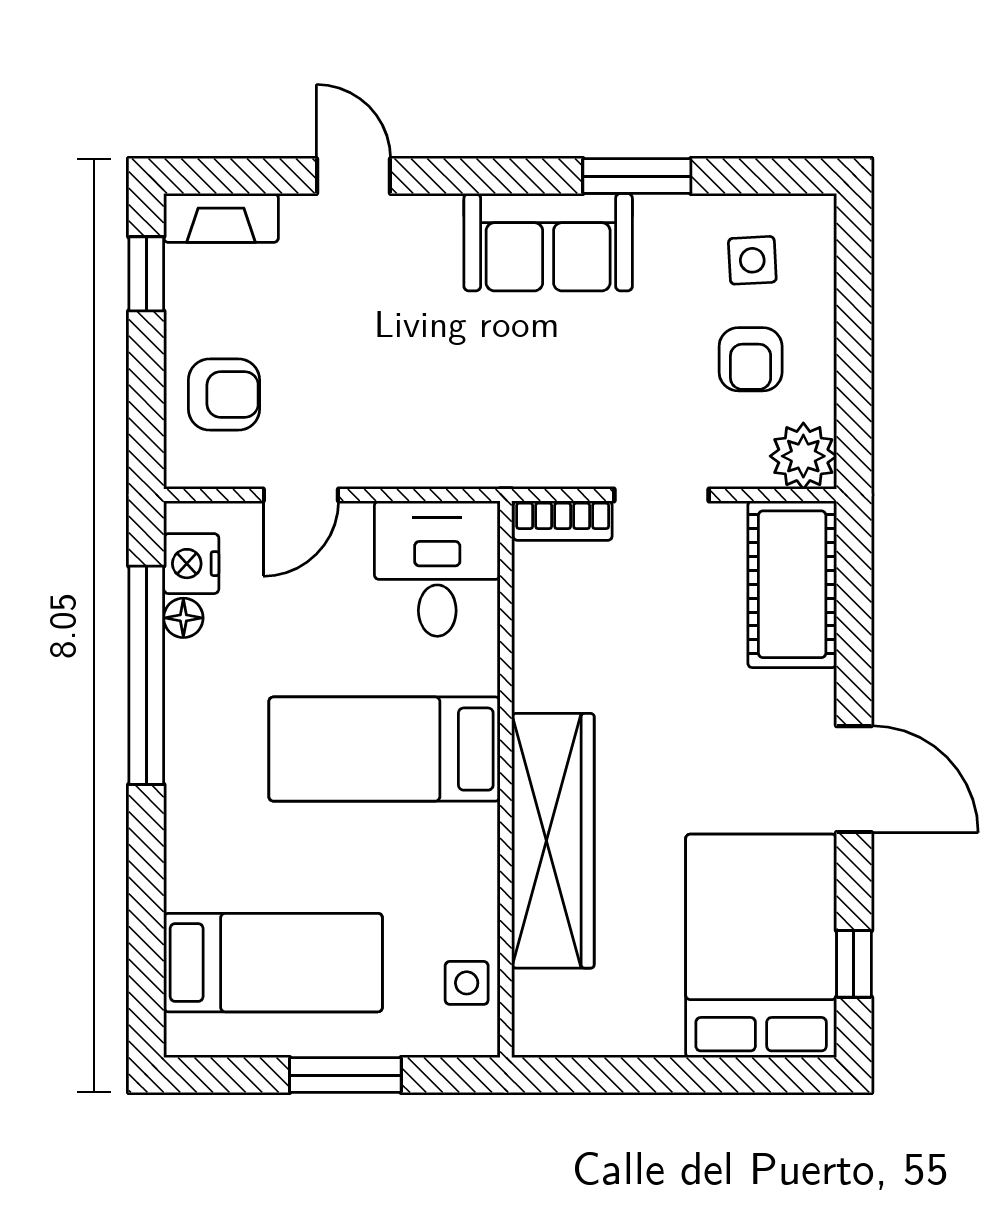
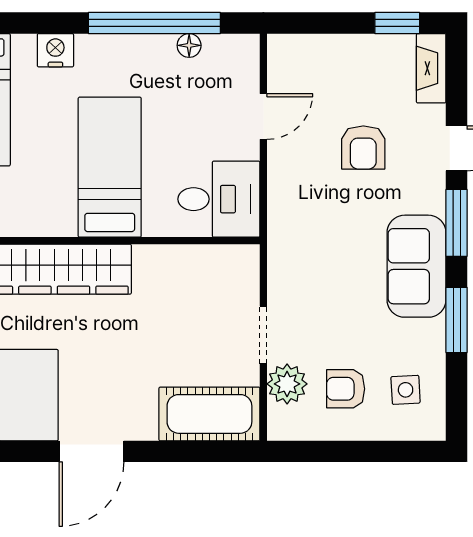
window: (477, 176) -> (457, 223), added
armchair: (224, 395) -> (363, 147), moved
plant: (803, 456) -> (287, 384), moved
door: (301, 495) -> (263, 117), swing flipped
bookcase: (563, 521) -> (248, 275), removed
nightstand: (191, 564) -> (55, 50), moved

